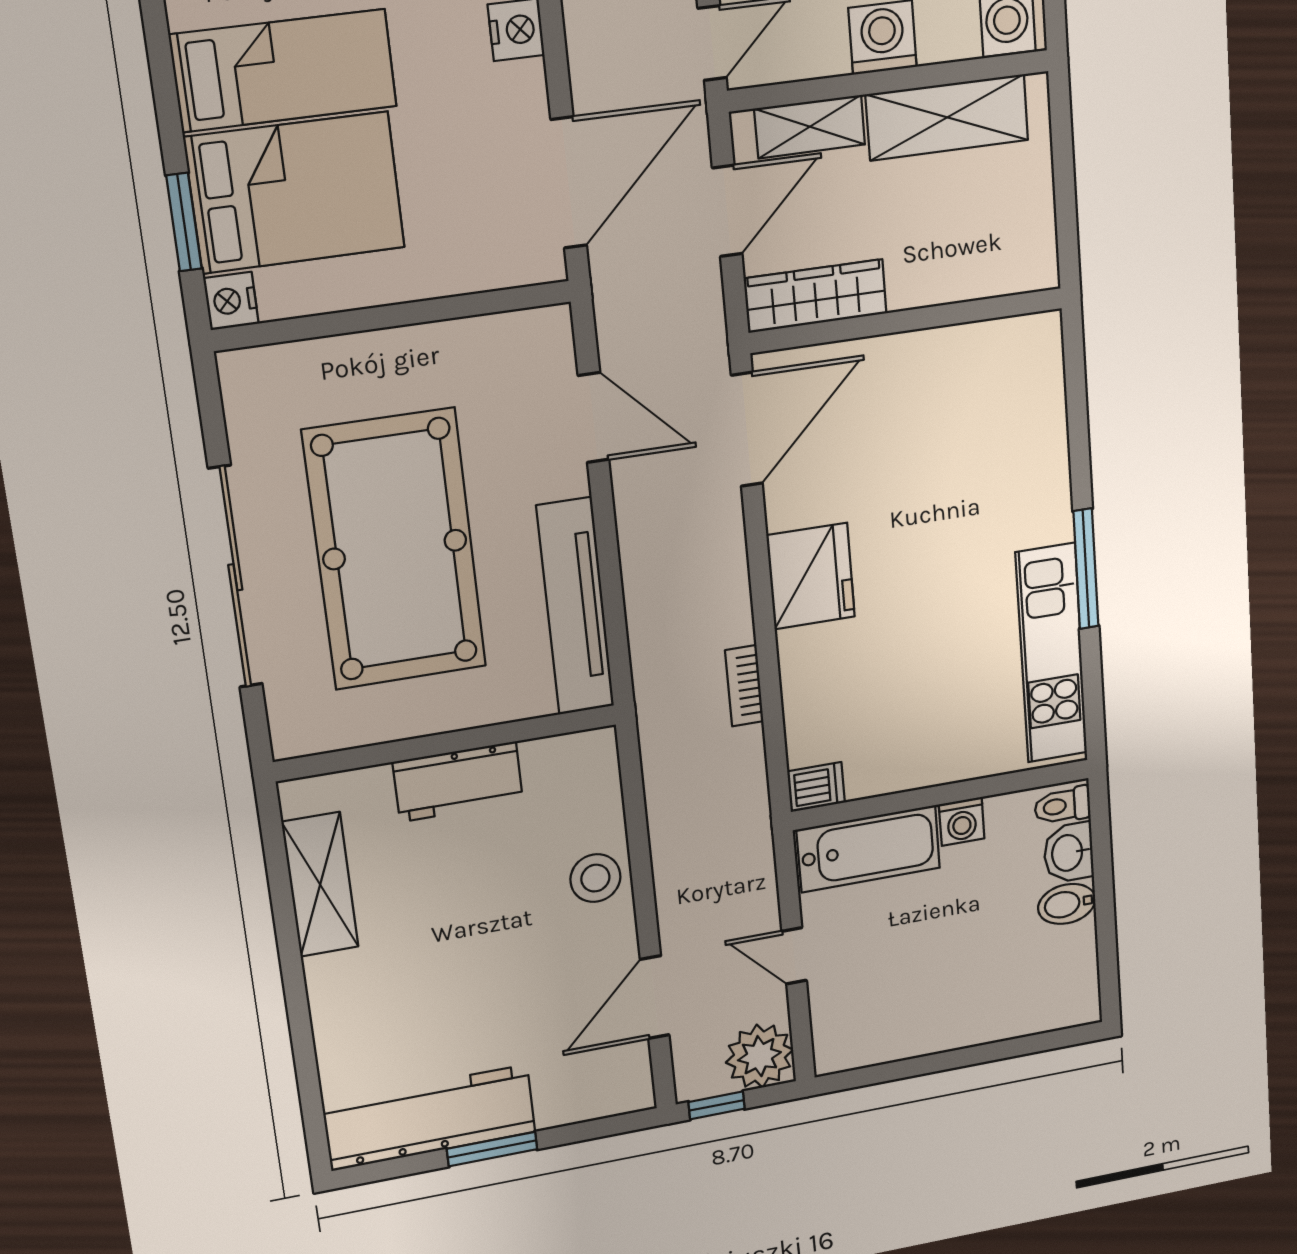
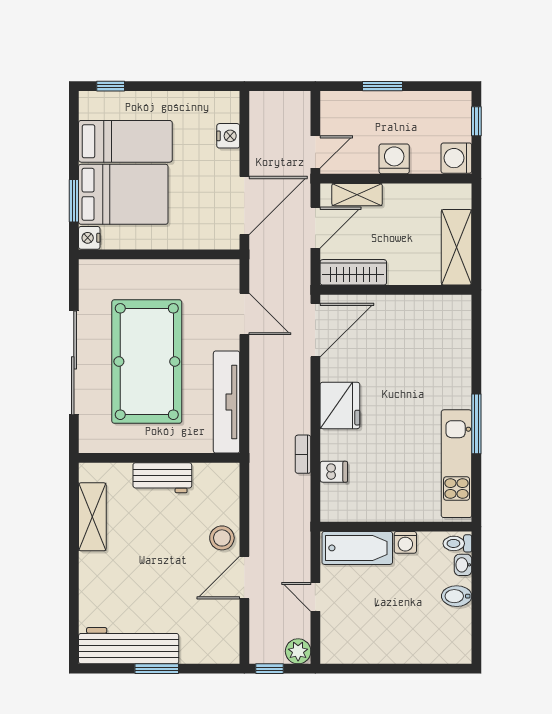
shelving: (947, 117) -> (457, 247), moved, turned 90
dishwasher: (816, 787) -> (334, 472), moved
washbasin: (1069, 853) -> (463, 565), width x0.72, depth x0.69
door: (655, 997) -> (244, 578), moved
plant: (760, 1056) -> (298, 651), width x0.73, depth x0.73

